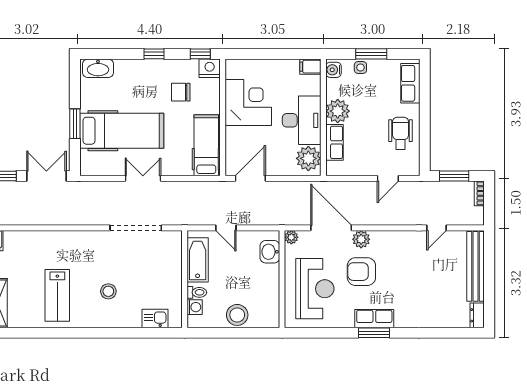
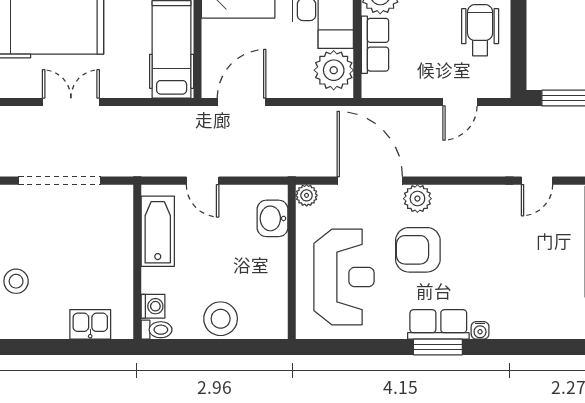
toilet: (197, 292) -> (157, 330), moved
water cooler: (401, 322) -> (480, 330), added

